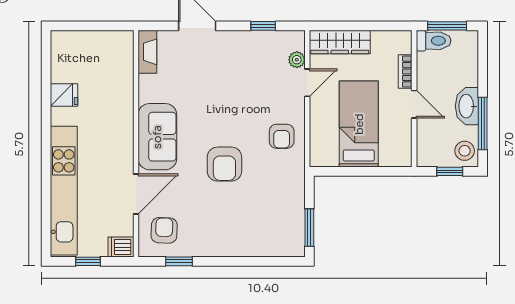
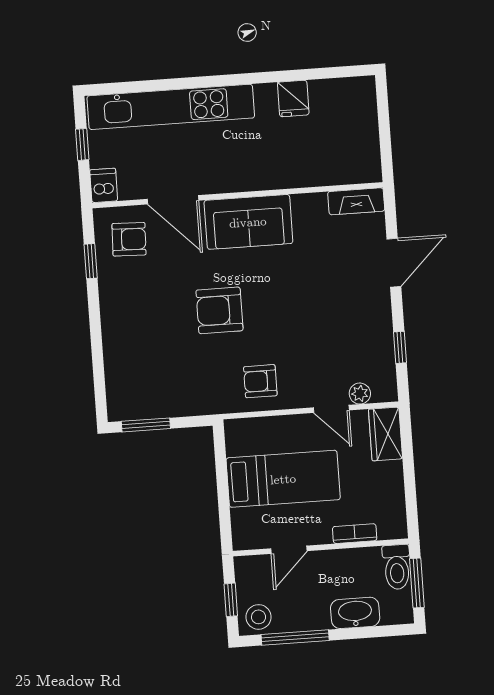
wardrobe: (340, 42) -> (386, 434), width x0.67
door: (414, 104) -> (289, 550), moved
washbasin: (467, 106) -> (355, 613), moved

